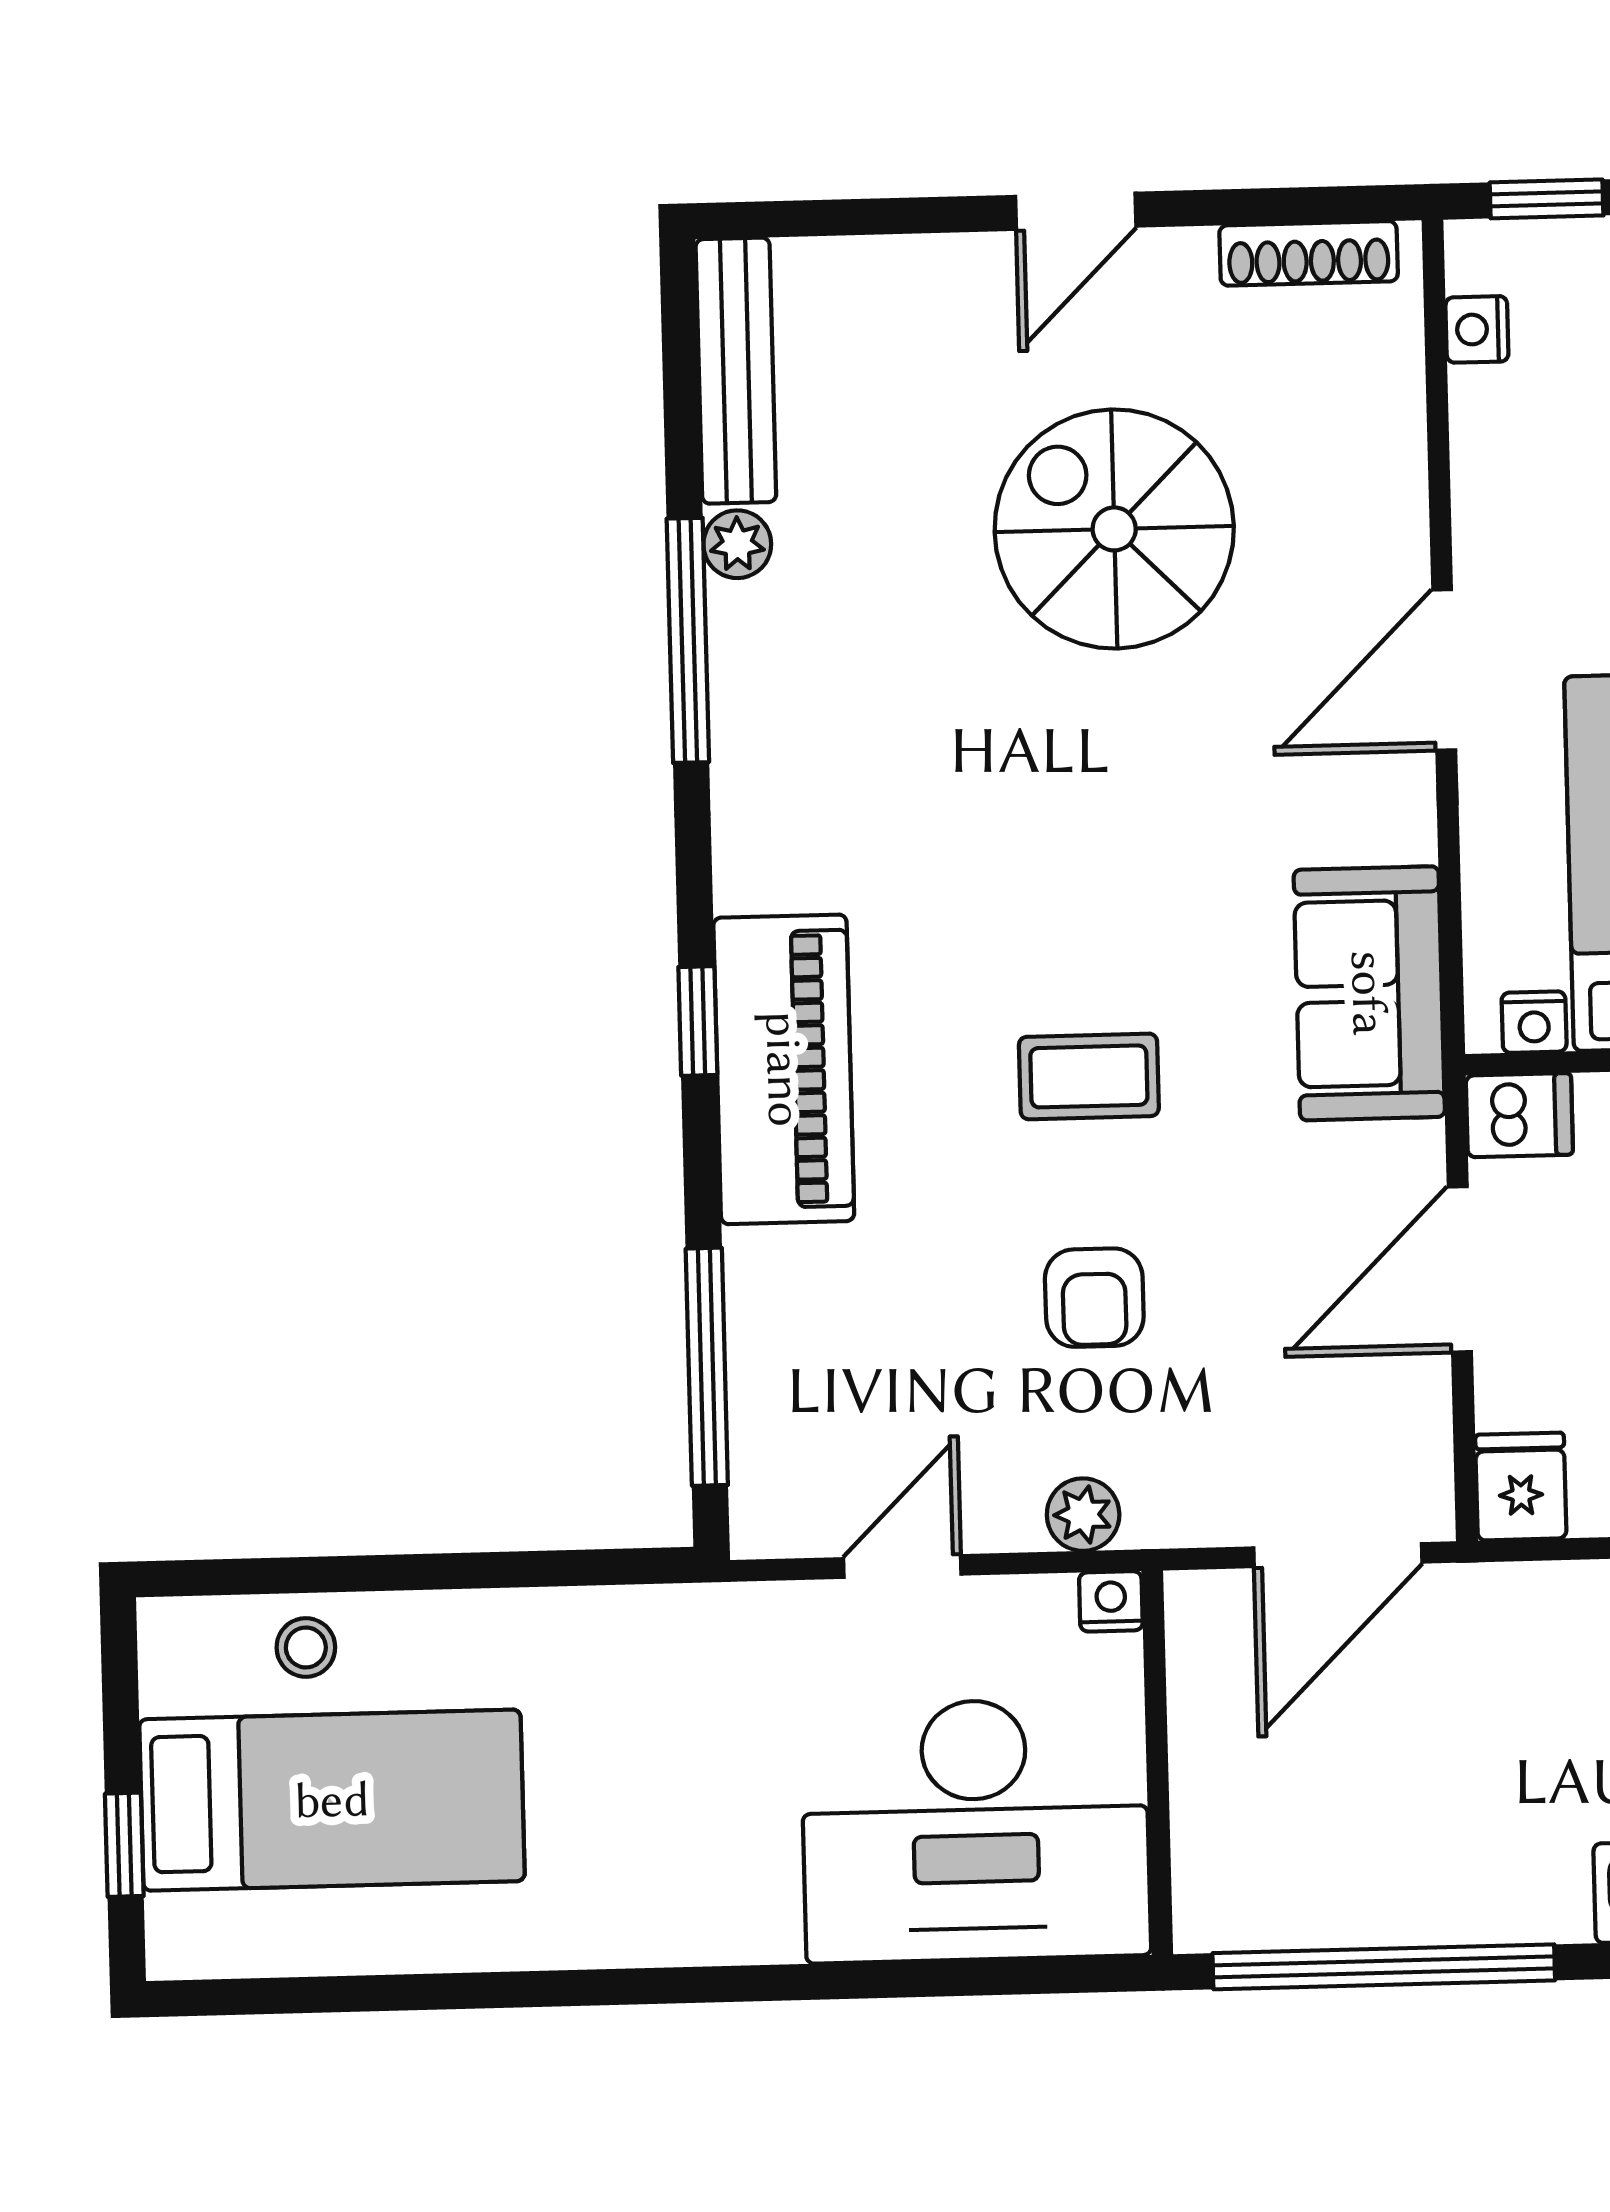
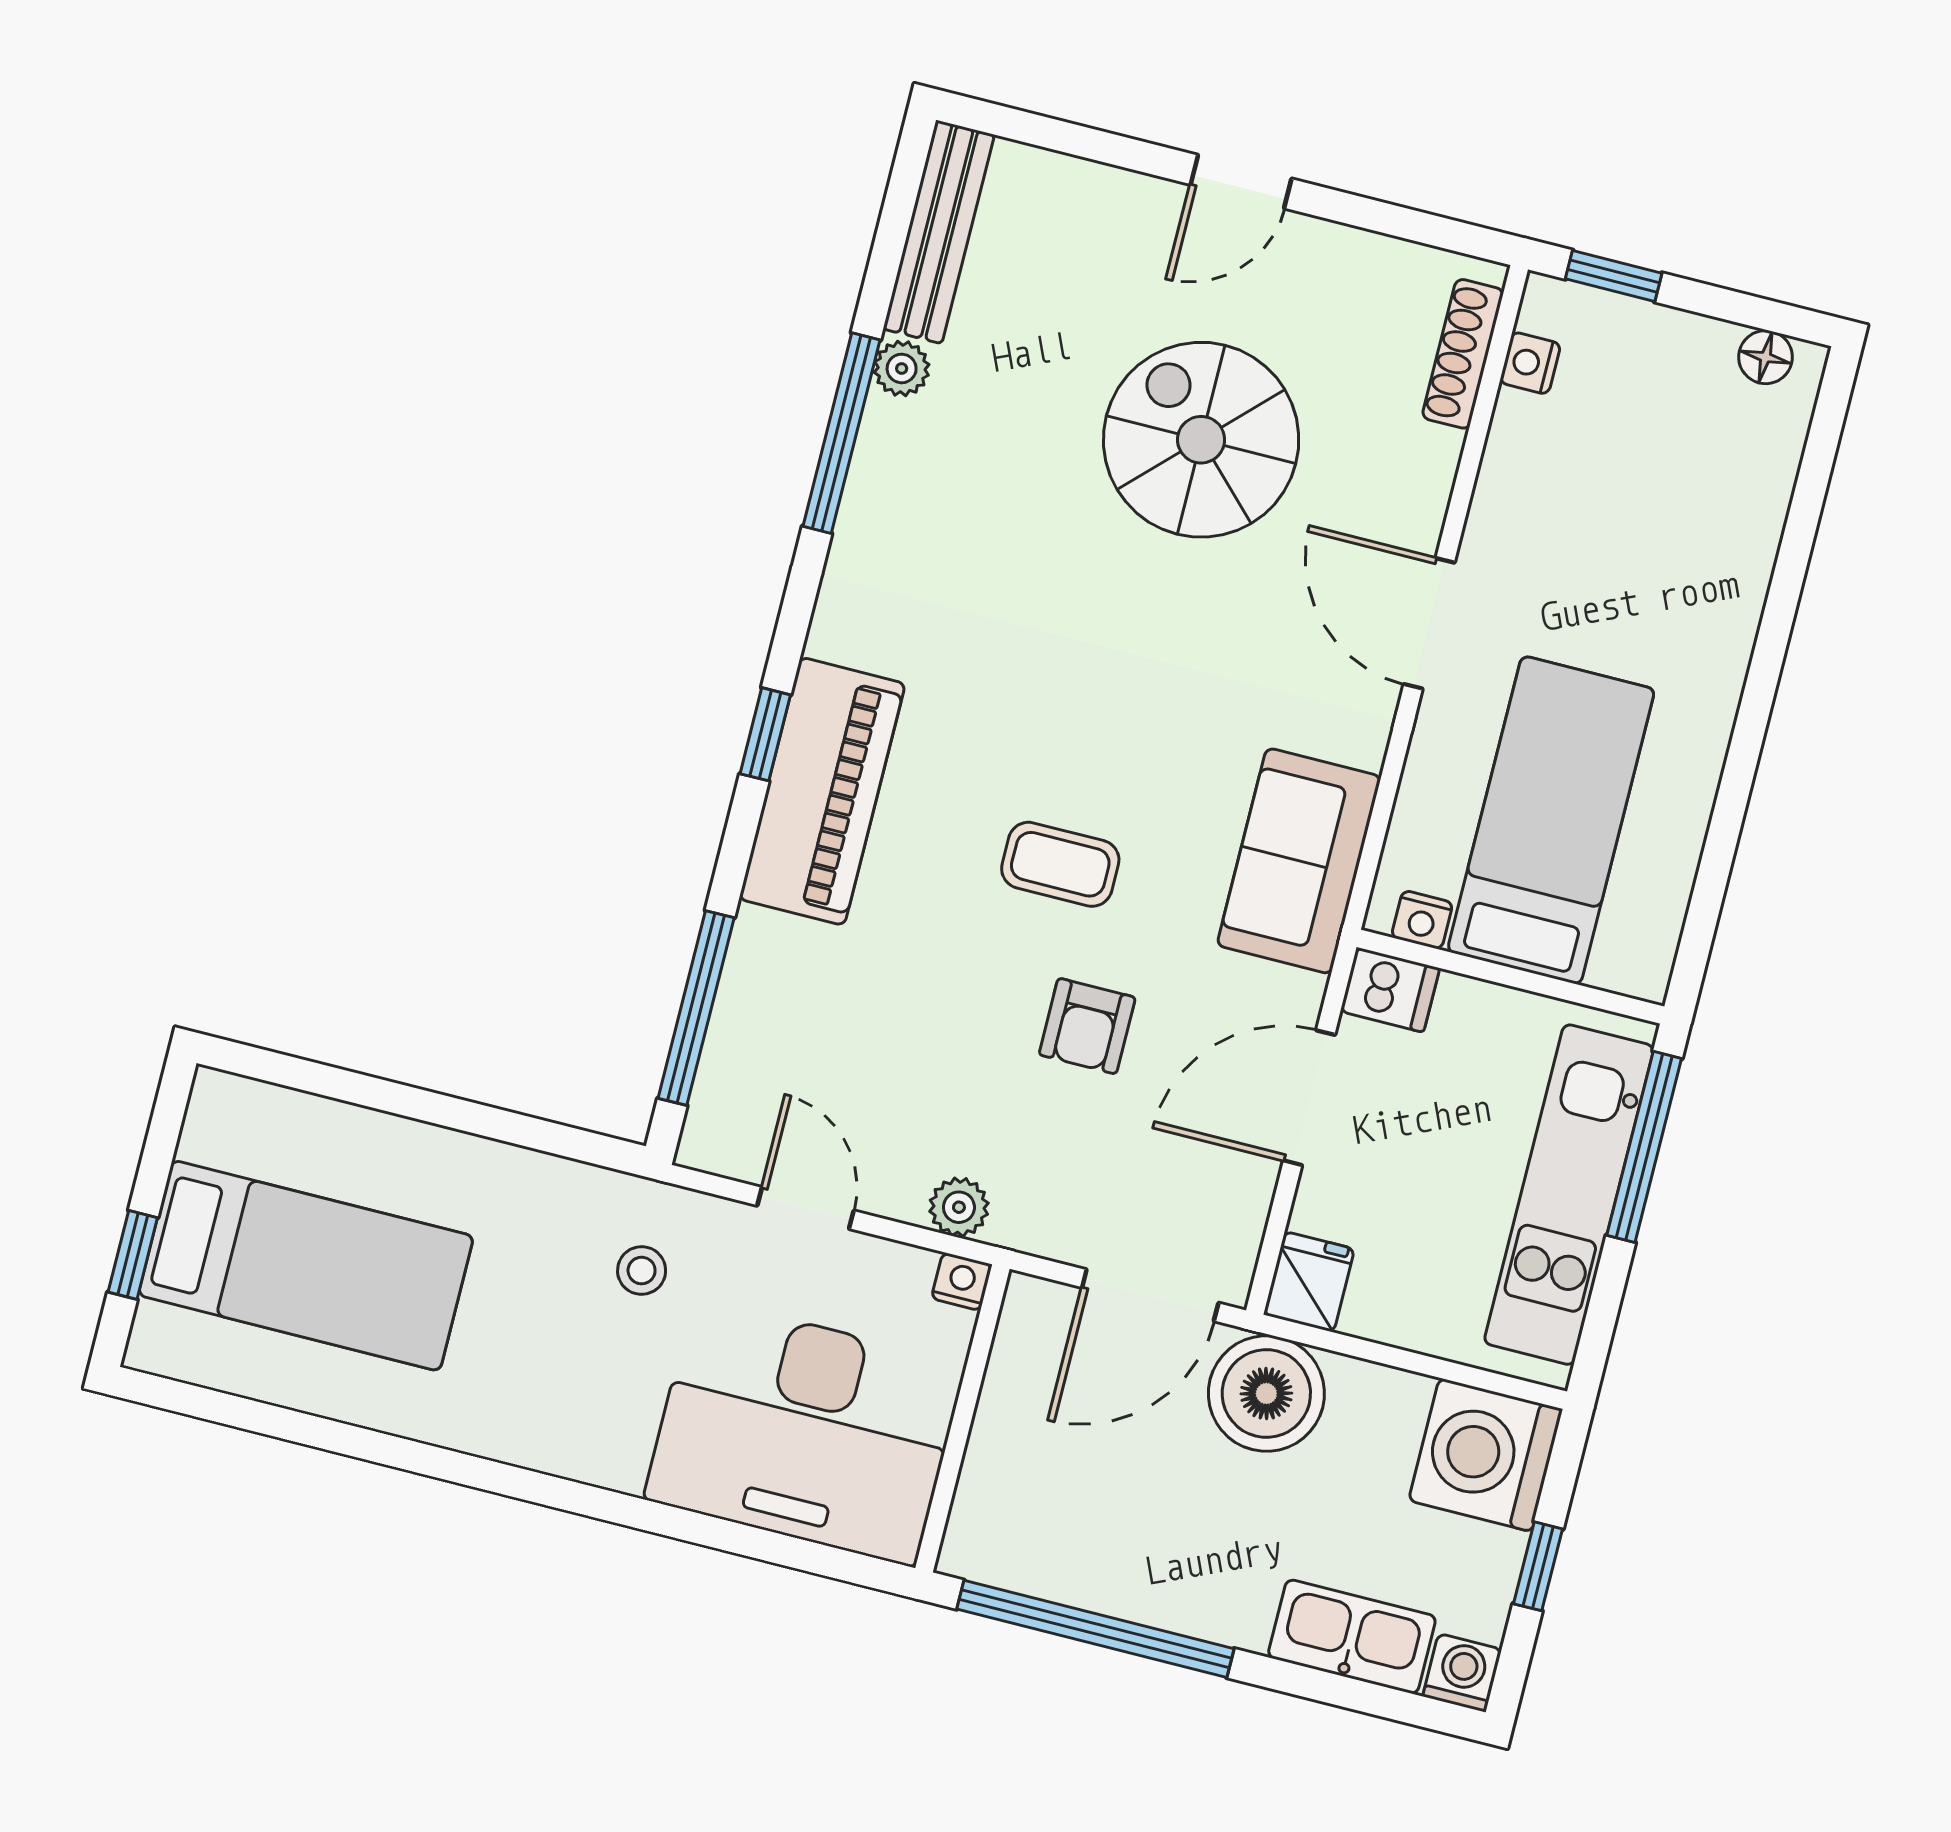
shoe rack: (1309, 253) -> (1463, 354), moved, turned 90
door: (1444, 670) -> (1429, 623), hinge flipped
armchair: (1094, 1298) -> (1087, 1026), moved
door: (902, 1566) -> (805, 1208), hinge flipped
boiler: (1507, 1632) -> (1266, 1394), added
stool: (306, 1647) -> (642, 1271), moved

